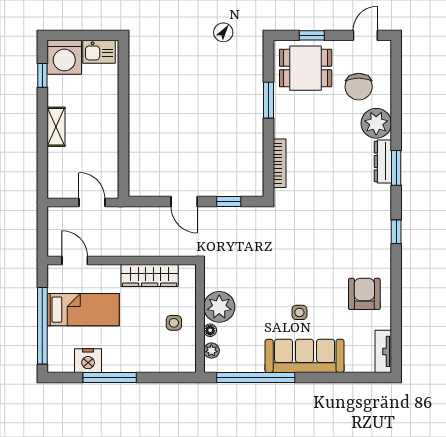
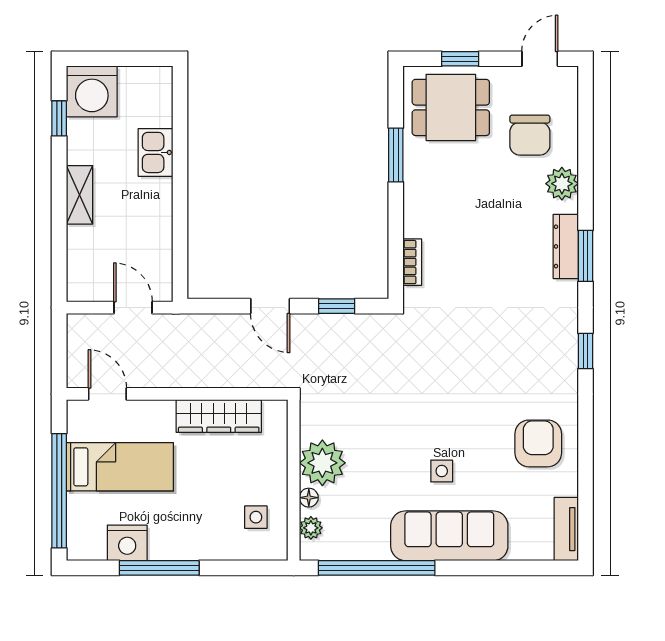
kitchen sink: (99, 52) -> (155, 152), moved, turned 90
plant: (376, 123) -> (562, 184), width x0.73, depth x0.73
bookcase: (280, 163) -> (412, 262), width x0.64
side table: (174, 323) -> (256, 517), moved

